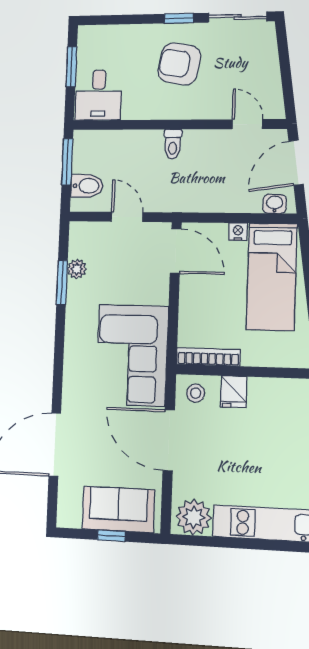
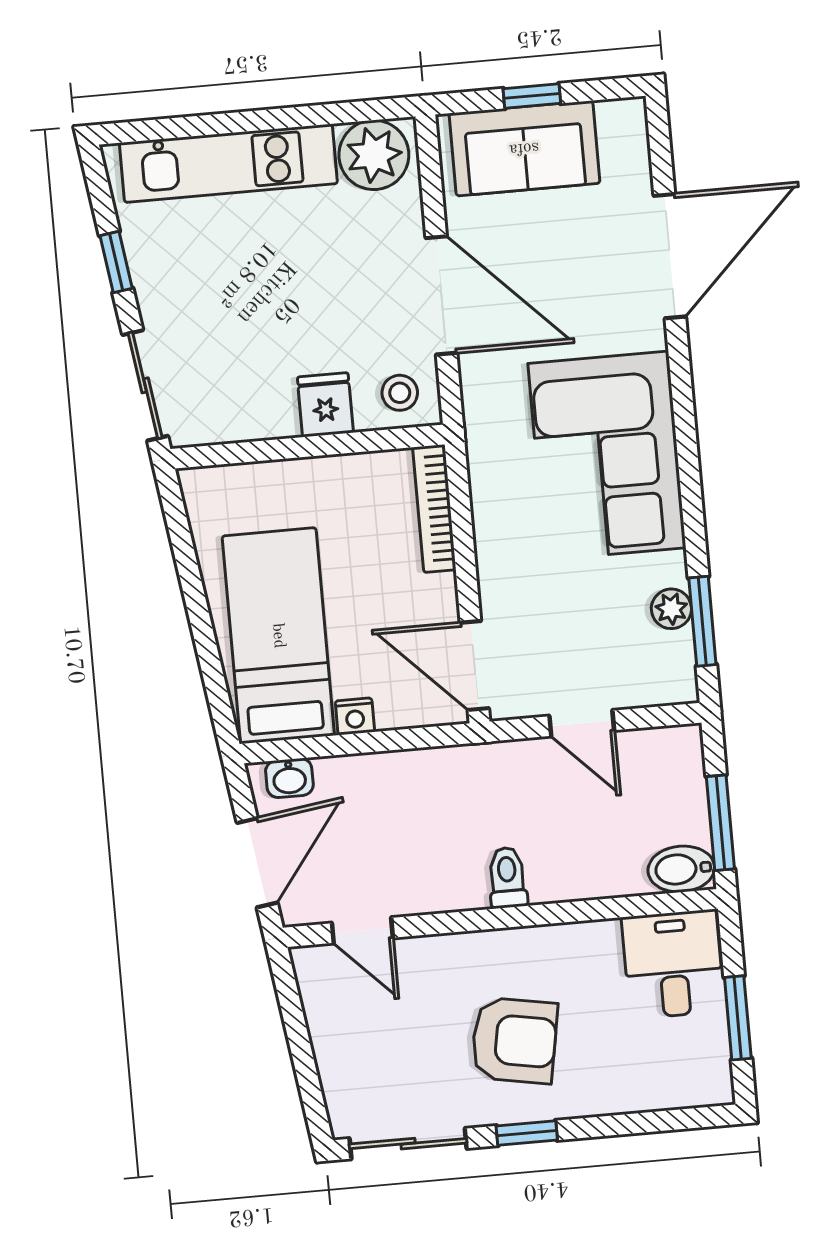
bidet: (87, 186) -> (681, 869), moved
window: (62, 283) -> (702, 621), moved
corner sofa: (132, 355) -> (607, 456), moved, turned 180
bookcase: (208, 357) -> (434, 509), moved, turned 90

